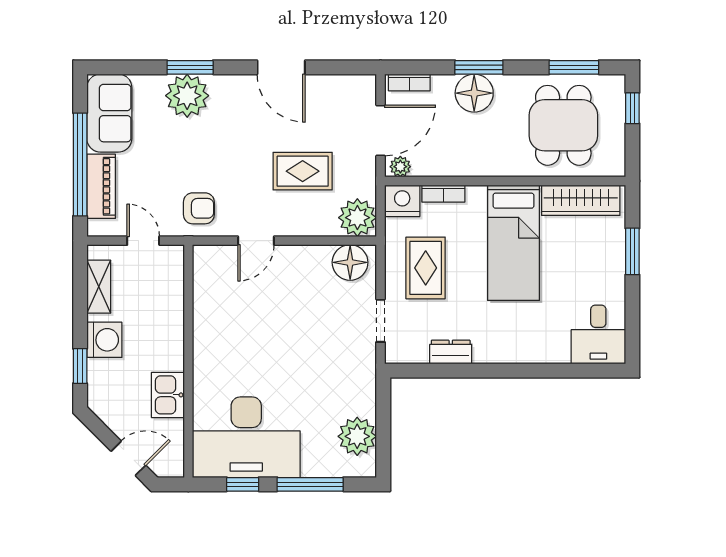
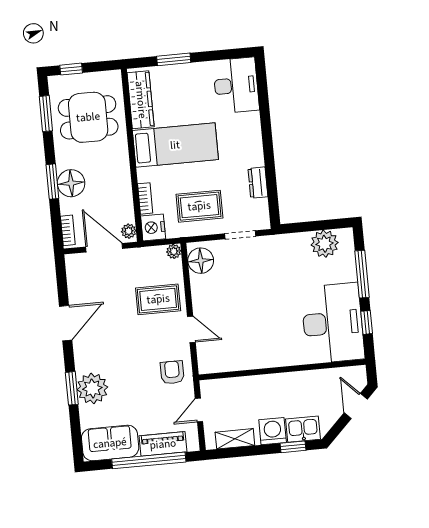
rug: (303, 171) -> (158, 299), moved, turned 90
plant: (357, 218) -> (174, 251), width x0.53, depth x0.53
desk: (598, 334) -> (236, 85), width x1.37
kitchen sink: (168, 395) -> (303, 429), moved, turned 180

